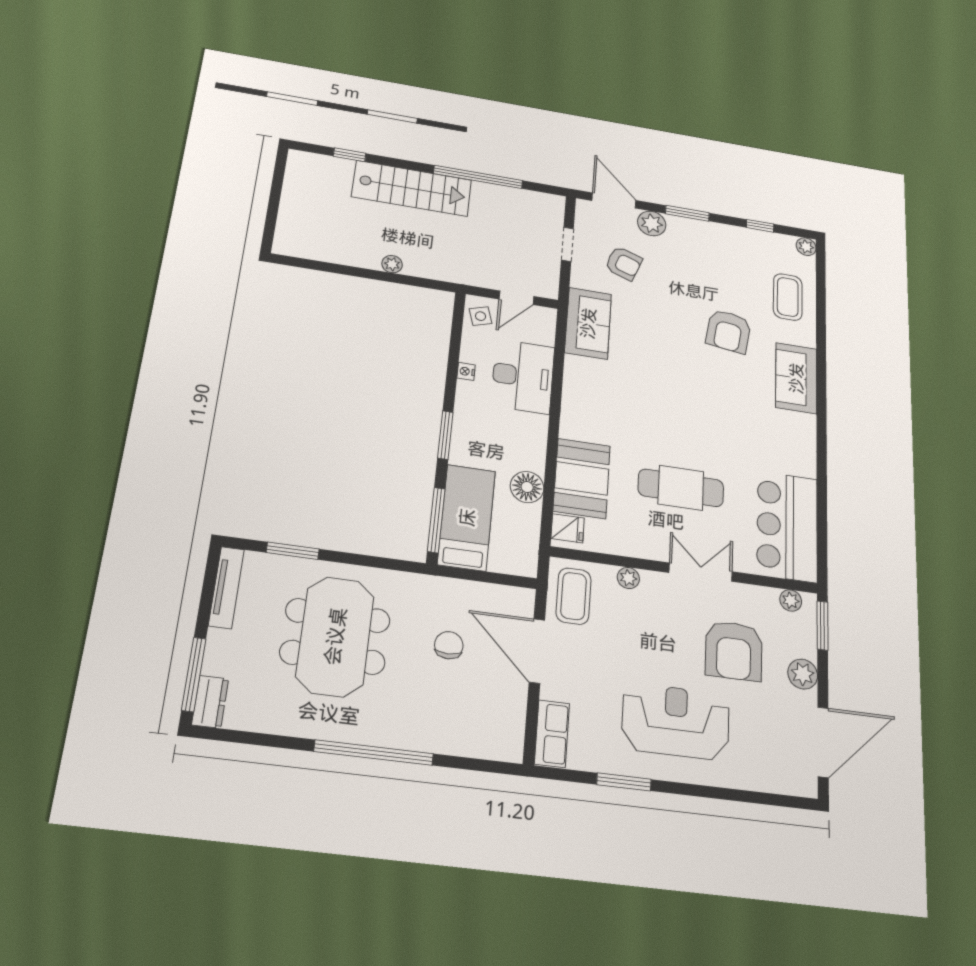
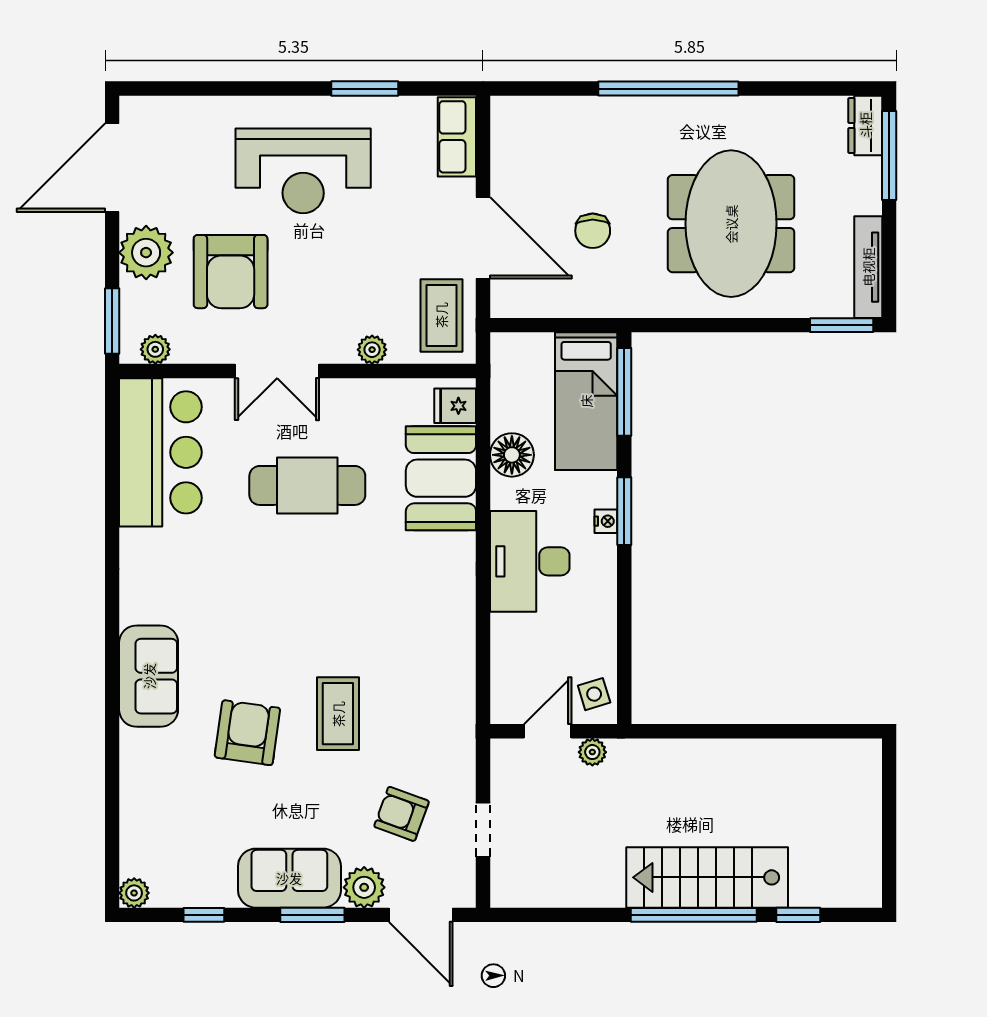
window: (478, 177) -> (694, 915), moved
plant: (392, 264) -> (592, 752), moved
coffee table: (788, 297) -> (338, 714), moved
sofa: (588, 323) -> (289, 878), moved, turned 90
nightstand: (466, 371) -> (606, 521), moved
desk: (523, 376) -> (530, 561), moved
window: (293, 551) -> (842, 325), moved
armchair: (734, 651) -> (231, 272), turned 180
plant: (803, 674) -> (146, 253), width x1.36, depth x1.36

